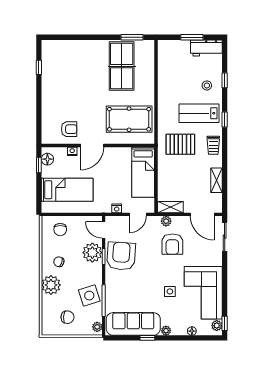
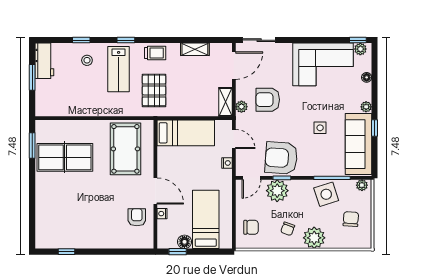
floor lamp: (47, 159) -> (184, 242), moved
armchair: (172, 244) -> (268, 100), turned 180
side table: (170, 291) -> (320, 128), moved

